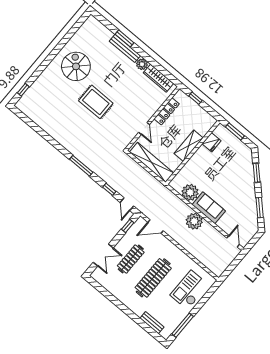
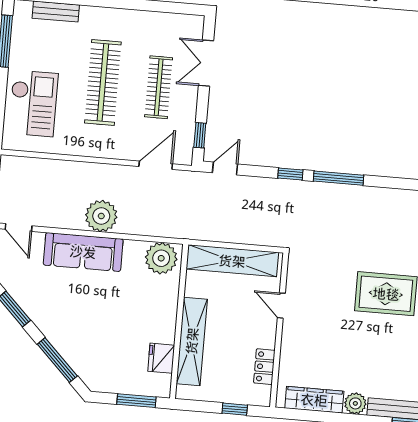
locker: (167, 111) -> (264, 367), width x0.66
shelving: (189, 146) -> (192, 341), width x1.47
window: (257, 173) -> (57, 360), width x1.44
window: (109, 189) -> (290, 174), moved
plant: (190, 192) -> (161, 258), moved
door: (127, 204) -> (225, 168), hinge flipped
sofa: (209, 208) -> (83, 252), width x1.36

